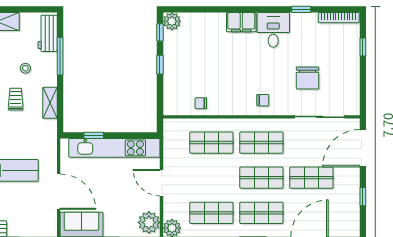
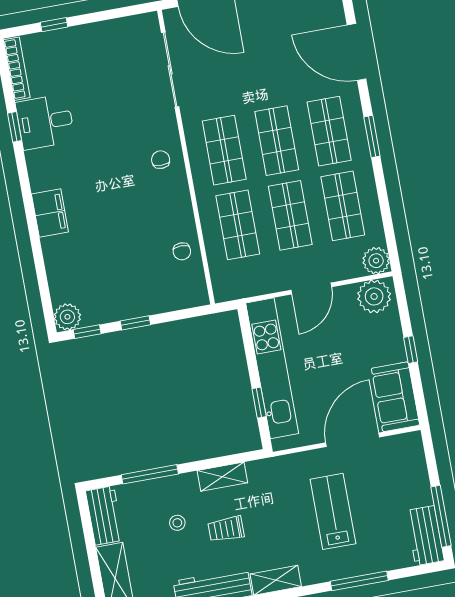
desk: (273, 30) -> (45, 122), moved
workbench: (48, 33) -> (104, 515), moved, turned -90
chair: (308, 78) -> (115, 99), removed
shop shelf: (311, 178) -> (290, 215), moved

